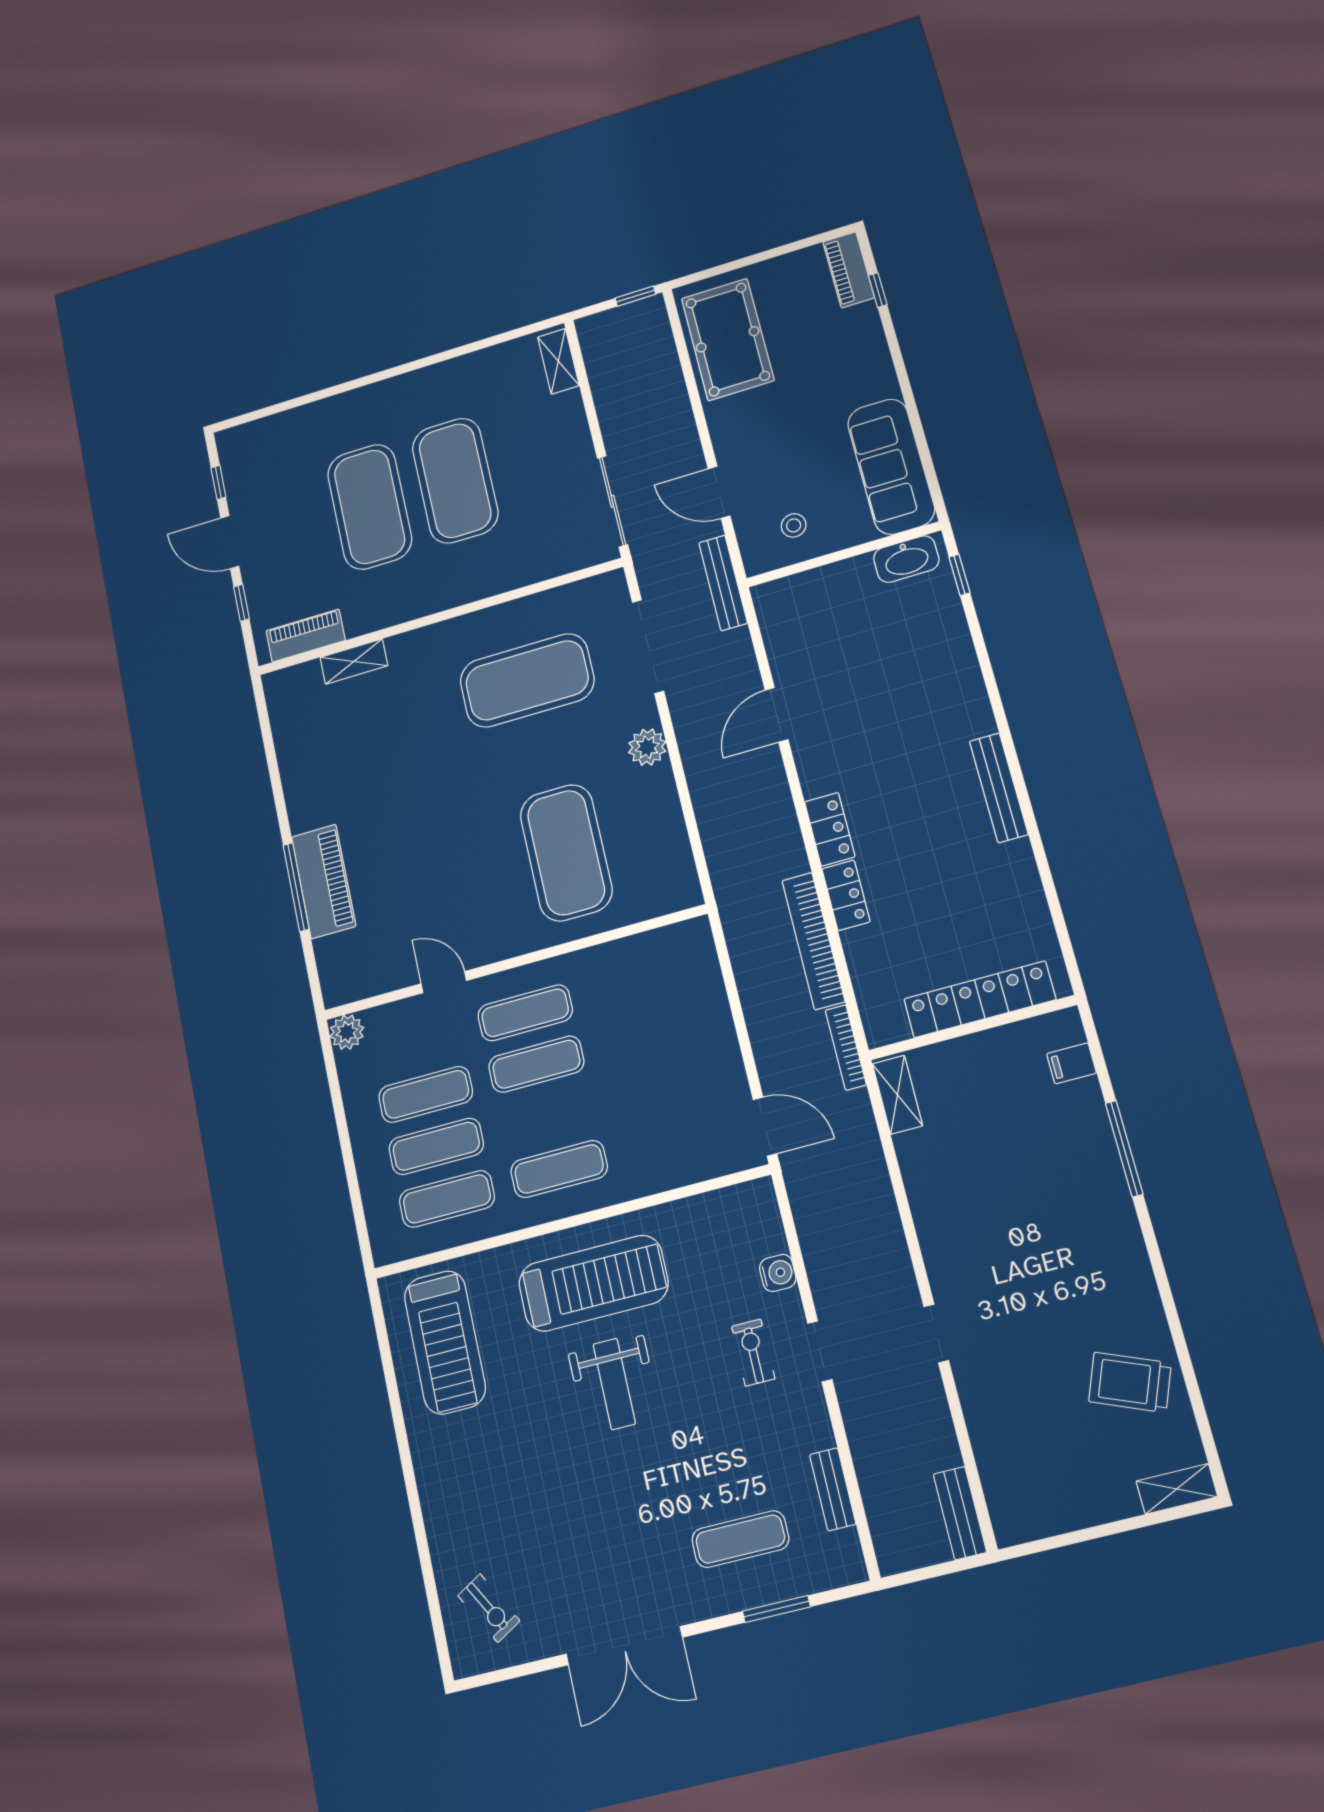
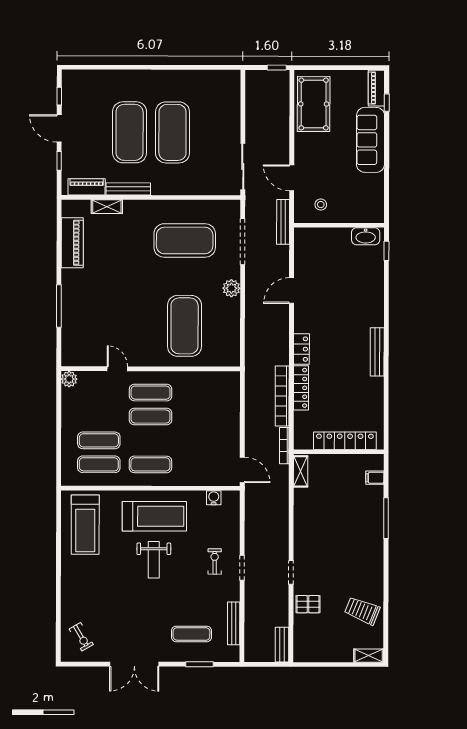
shelving: (558, 361) -> (234, 88), removed
sofa: (891, 466) -> (371, 140), moved
bench: (390, 614) -> (128, 189), added
piano: (324, 881) -> (72, 243), moved
locker: (846, 895) -> (301, 388), width x1.53
exercise mat: (426, 1094) -> (99, 416), removed
water cooler: (778, 1273) -> (214, 498), moved, turned -90
pallet: (996, 1399) -> (308, 604), added
bench: (833, 1489) -> (234, 623), width x1.36

